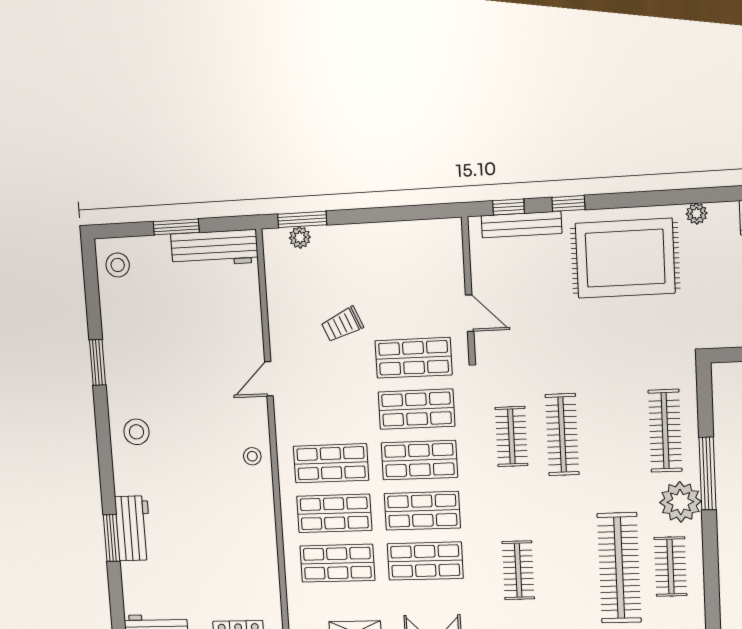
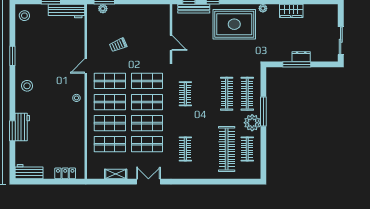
shop shelf: (414, 358) -> (110, 81), moved
clothes rail: (562, 435) -> (227, 94), moved

